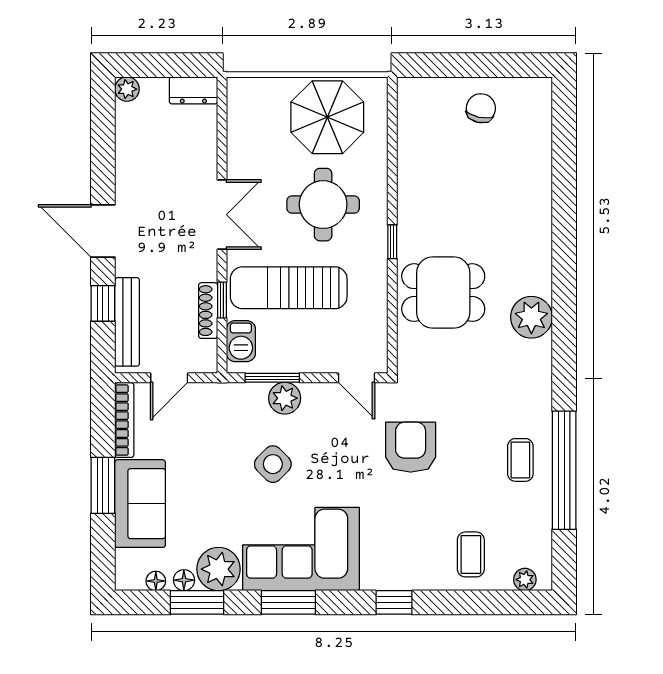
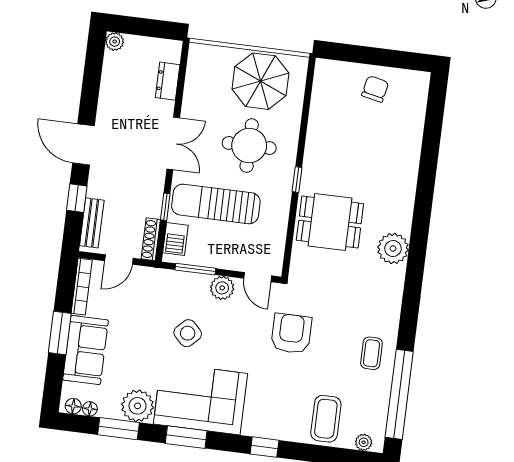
dresser: (193, 90) -> (168, 81), moved, turned 90
shoe rack: (208, 311) -> (151, 239), moved
bench: (127, 322) -> (92, 223), width x0.73
plant: (285, 398) -> (222, 288), moved
window: (564, 470) -> (399, 394), moved
coffee table: (471, 554) -> (326, 419), width x1.36, depth x1.30
floor lamp: (184, 580) -> (73, 406), moved

